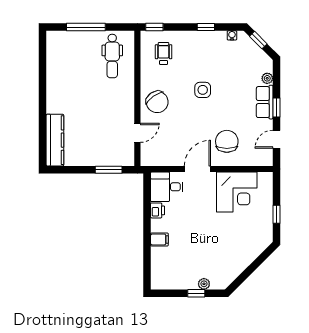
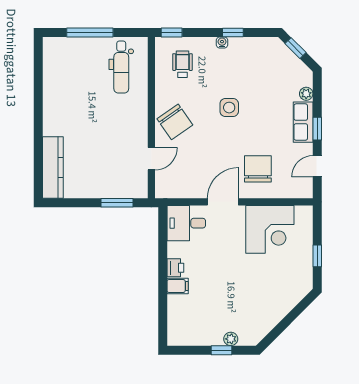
water cooler: (232, 35) -> (222, 43), moved
printer: (158, 210) -> (175, 268), moved

